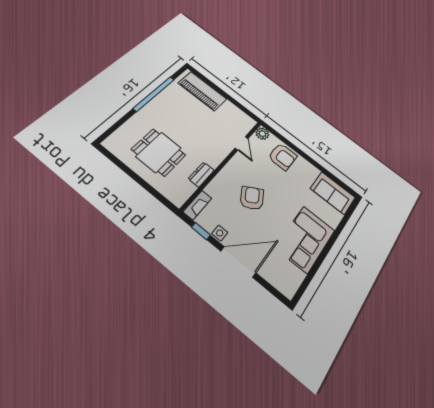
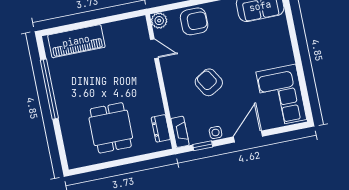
dining table: (159, 152) -> (111, 128), turned 90
dresser: (201, 174) -> (161, 128), moved
corner sofa: (305, 239) -> (281, 96), moved
door: (238, 262) -> (248, 137), width x0.73

